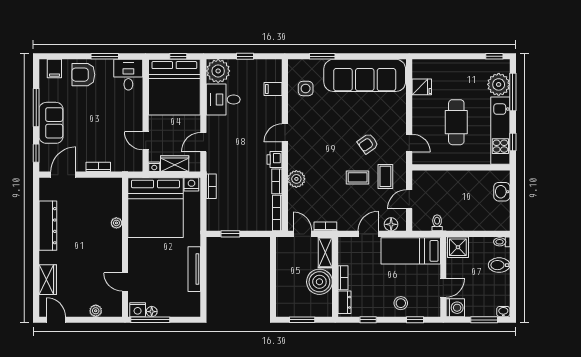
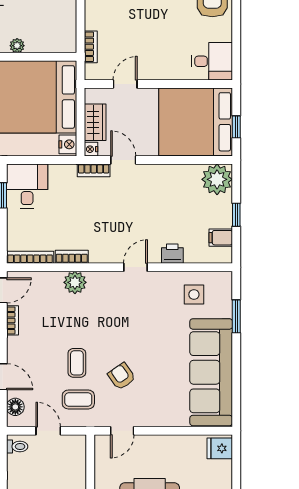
window: (105, 56) -> (236, 30), removed
fridge: (422, 87) -> (220, 448), moved, turned 90
filing cabinet: (273, 89) -> (221, 238), moved, turned -90
desk: (223, 100) -> (27, 186), moved
door: (285, 133) -> (135, 267), hinge flipped
printer: (274, 160) -> (172, 254), moved
bookcase: (98, 167) -> (91, 47), moved
nightstand: (154, 167) -> (91, 149), moved
bookcase: (211, 186) -> (94, 170), moved
toilet: (437, 223) -> (17, 446), moved

